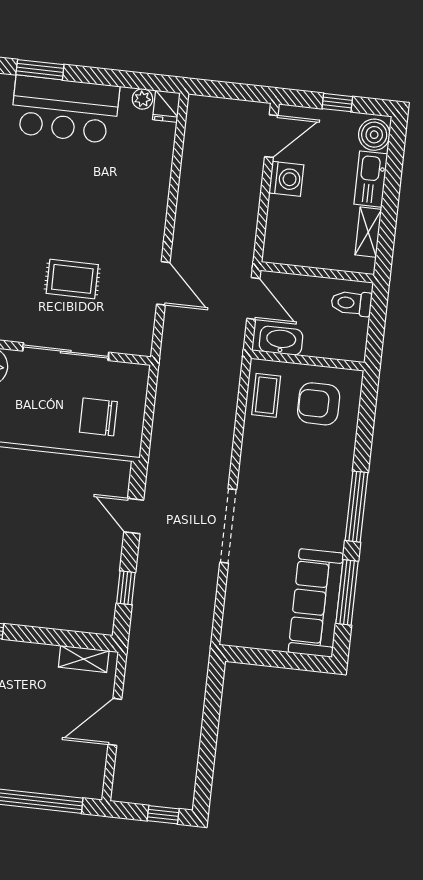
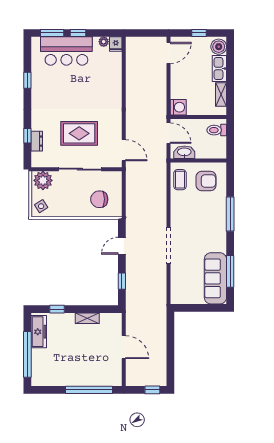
window: (92, 75) -> (78, 33), added
washing machine: (286, 179) -> (178, 107), moved
rug: (72, 279) -> (79, 133), width x1.36, depth x1.43
door: (163, 283) -> (124, 150), moved
armchair: (319, 404) -> (206, 181), turned 180
window: (357, 507) -> (230, 214), moved
door: (134, 516) -> (122, 246), hinge flipped
shelving: (84, 659) -> (87, 318), moved
door: (115, 722) -> (124, 347), swing flipped

